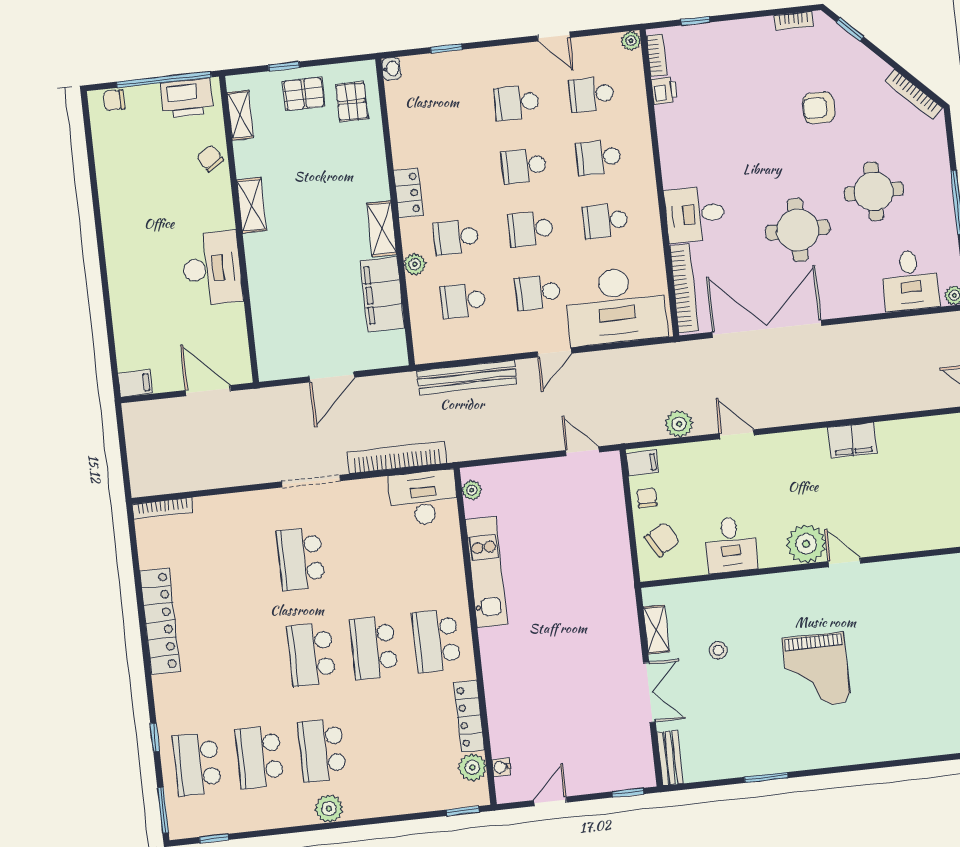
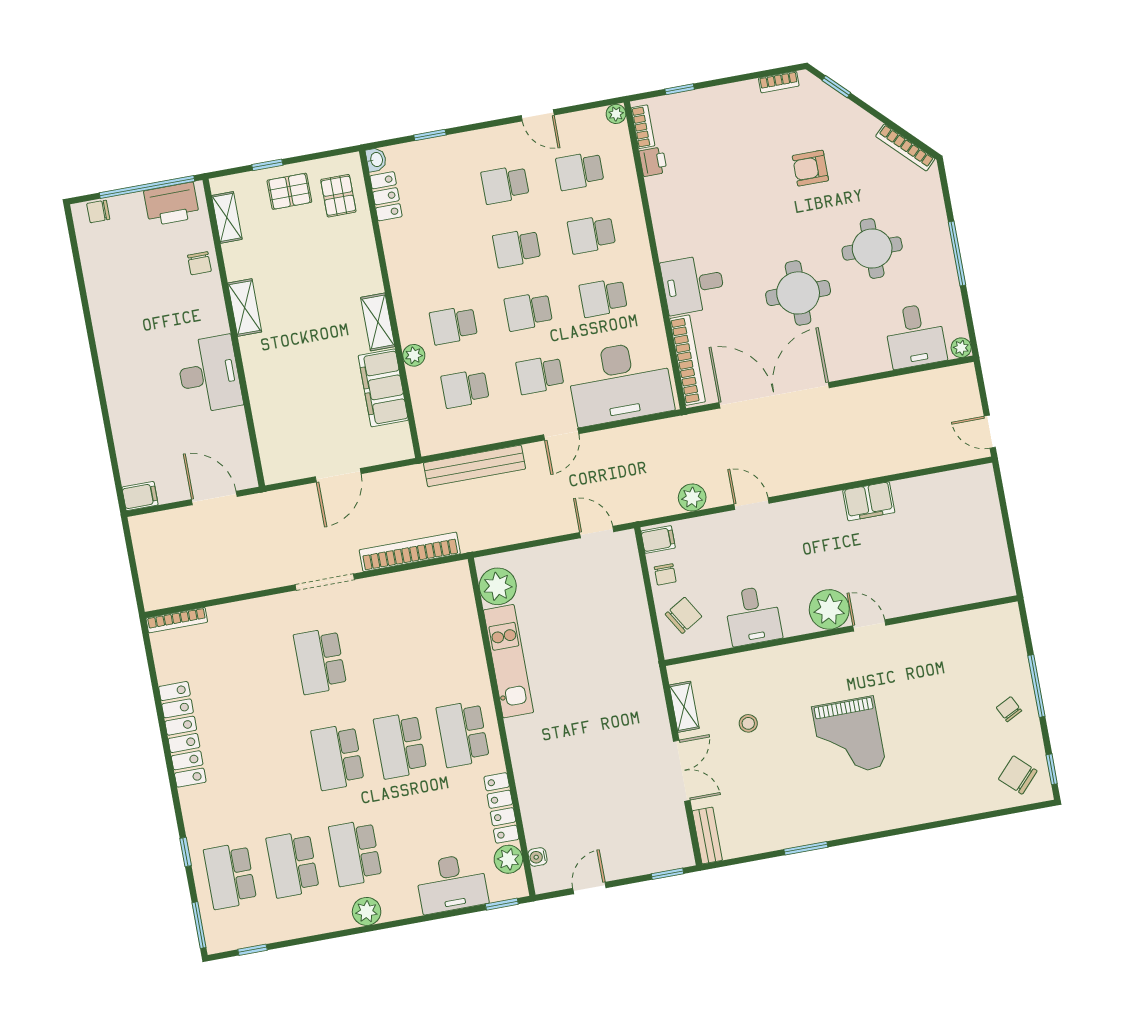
chair: (210, 158) -> (199, 263), turned -148
locker: (408, 193) -> (386, 196), moved
plant: (472, 490) -> (498, 586), width x1.87, depth x1.87
desk: (423, 498) -> (452, 883), moved, turned 180
chair: (647, 498) -> (665, 574), turned 180

